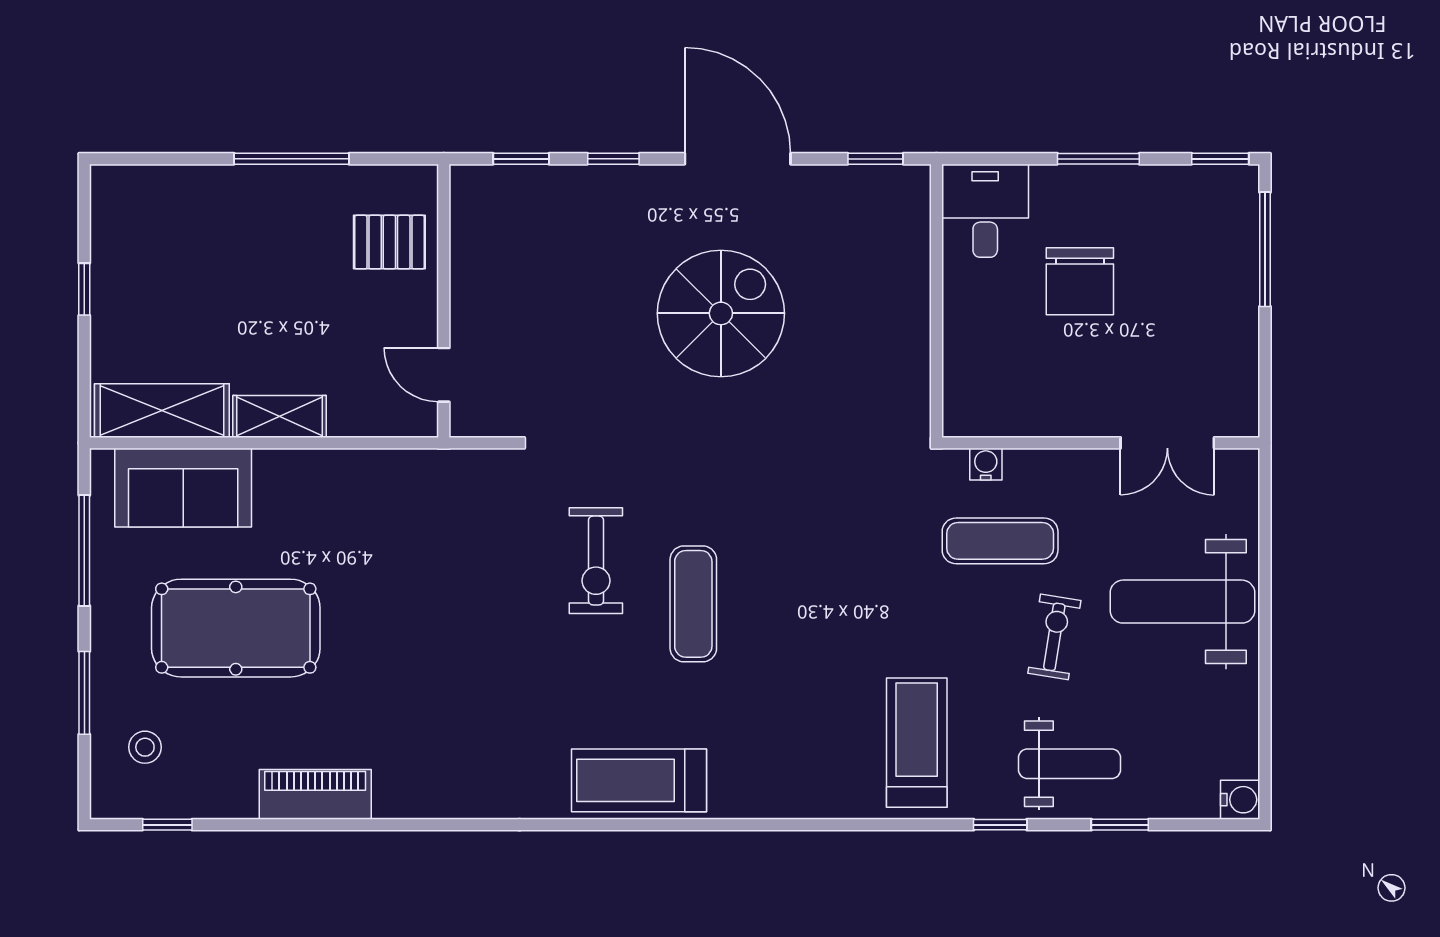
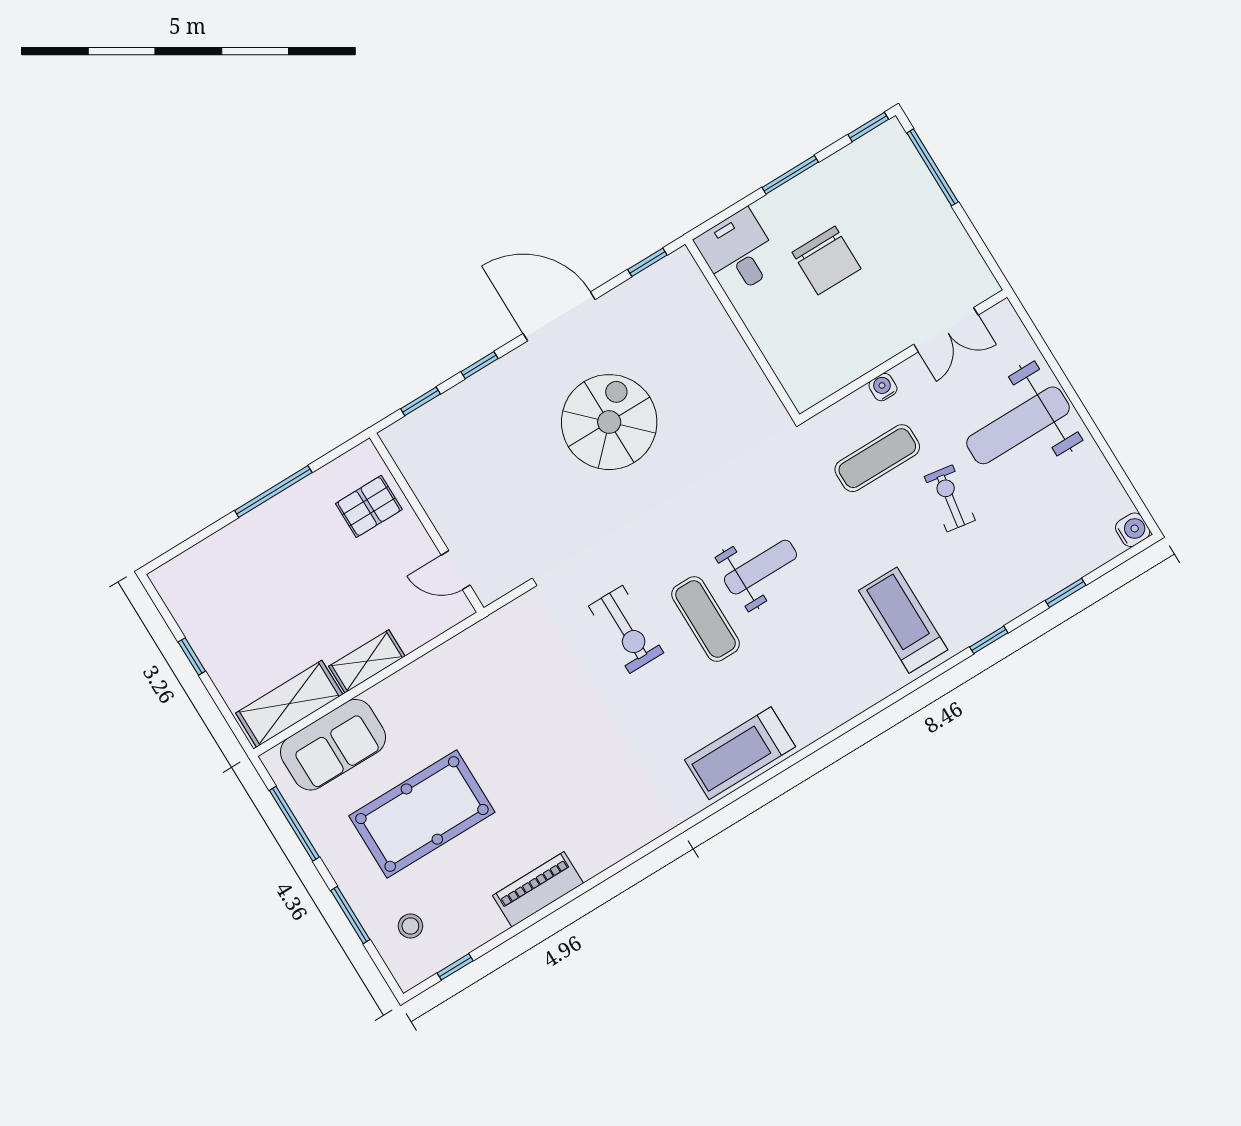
water cooler: (986, 464) -> (883, 387), moved
weight bench: (1070, 764) -> (760, 567), moved

